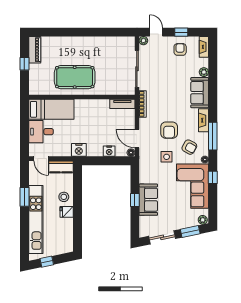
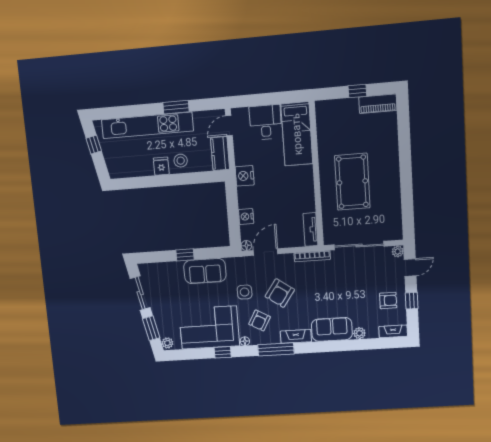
pool table: (75, 77) -> (352, 182), moved
armchair: (169, 130) -> (280, 293), turned -55
sofa: (148, 200) -> (205, 271), moved

